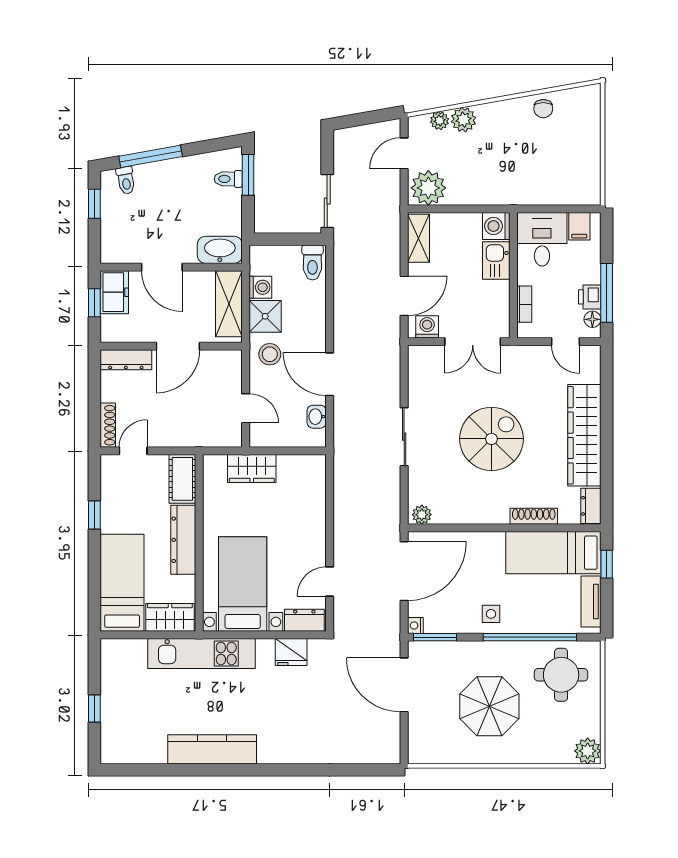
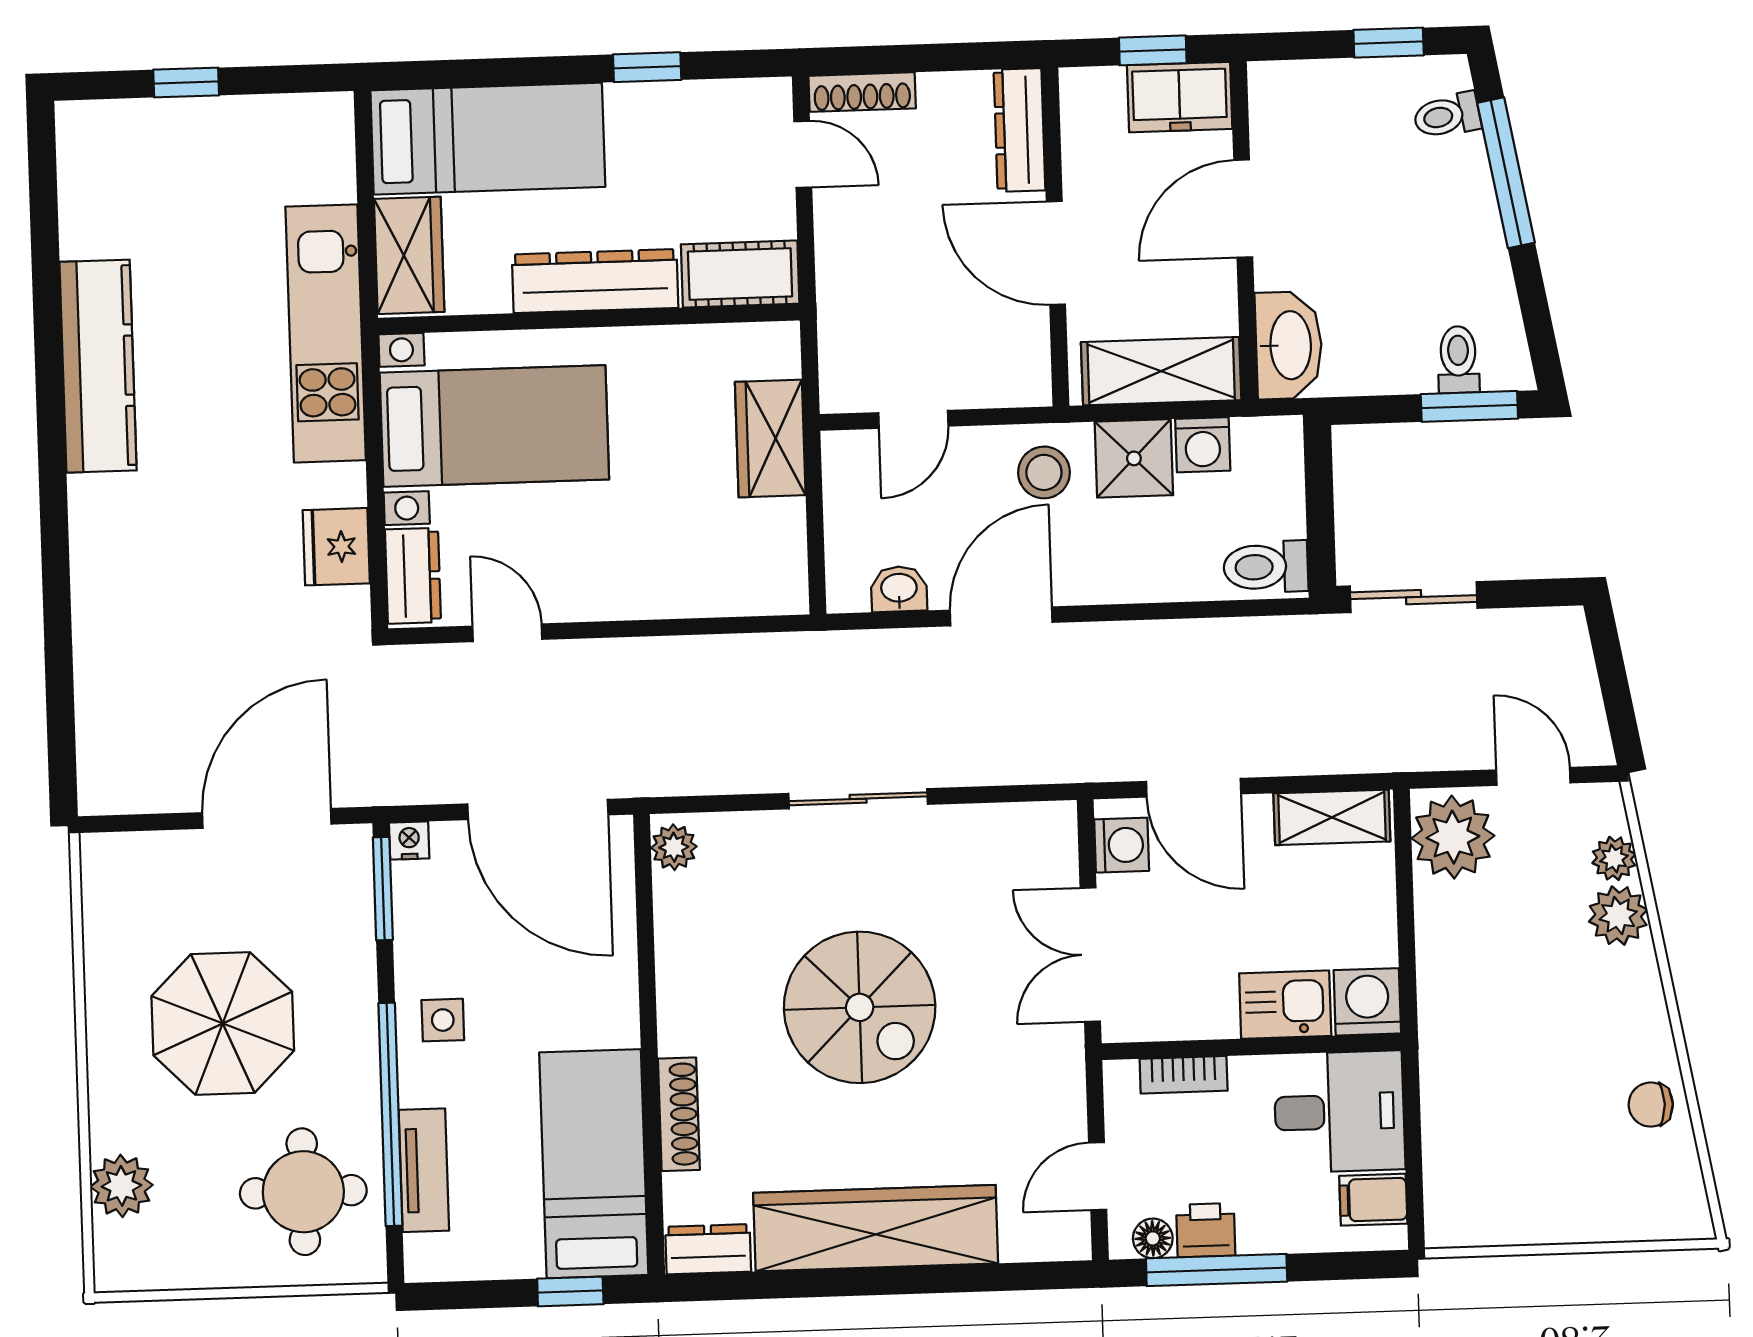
tv unit: (591, 601) -> (424, 1170), moved, turned 90
plant: (588, 751) -> (121, 1186), moved

